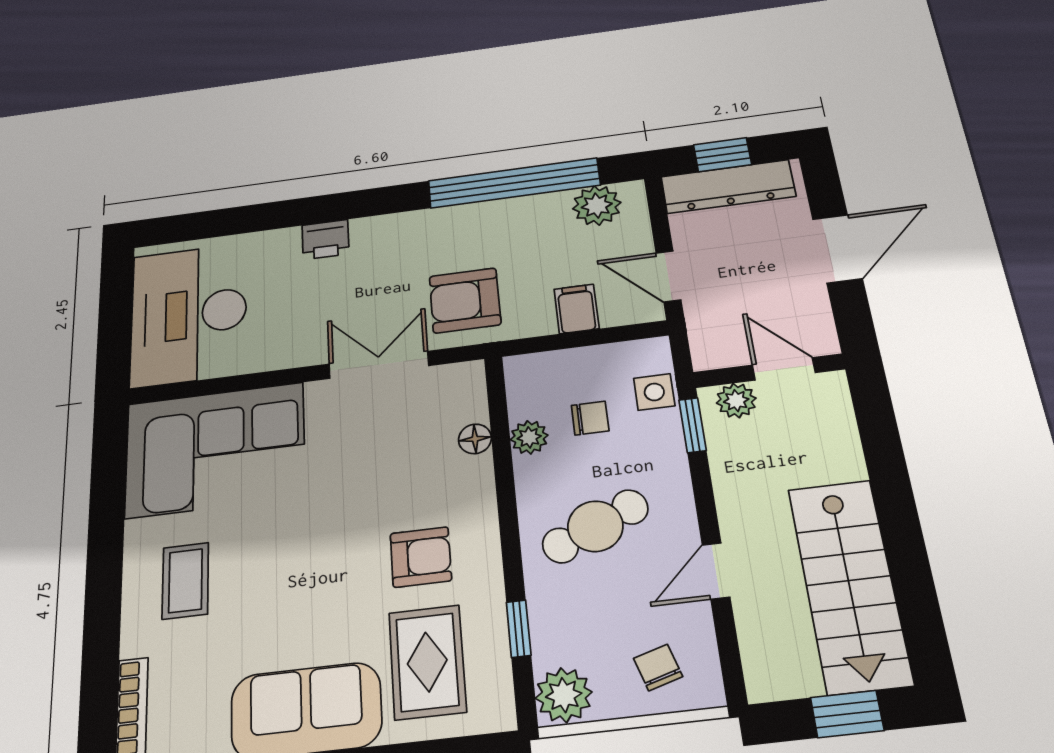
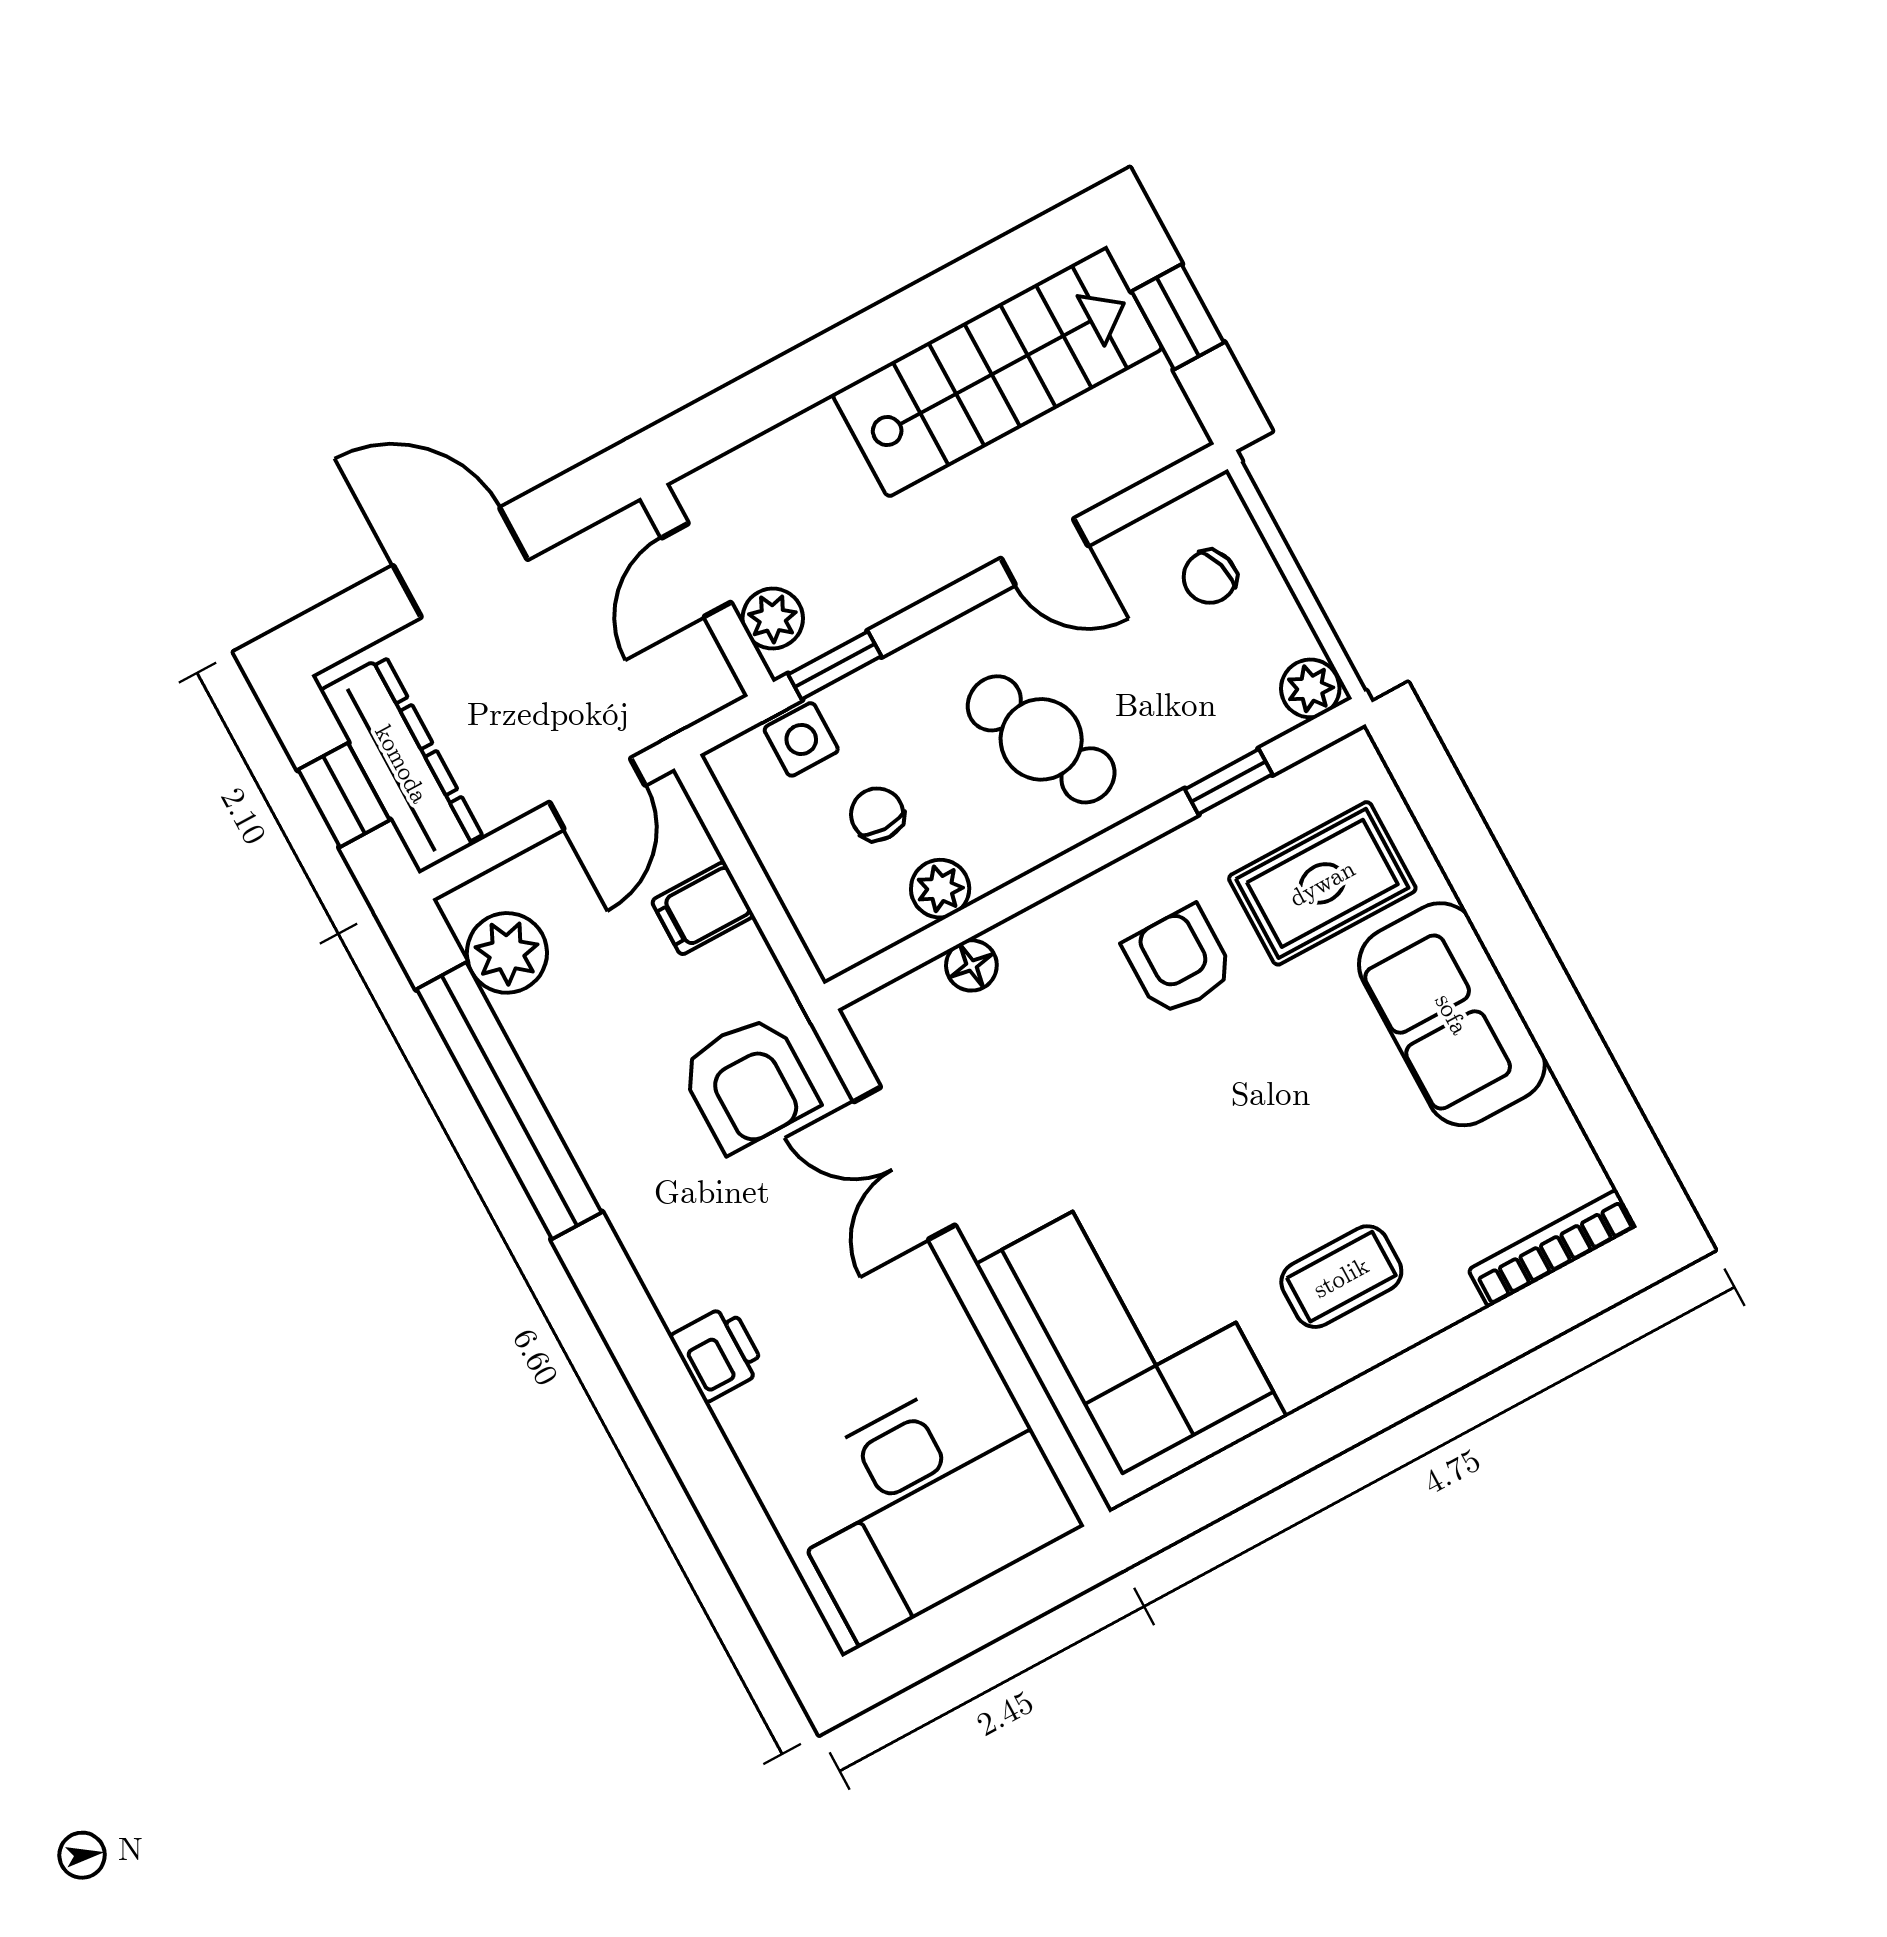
plant: (564, 695) -> (1310, 688), width x0.73, depth x0.73

